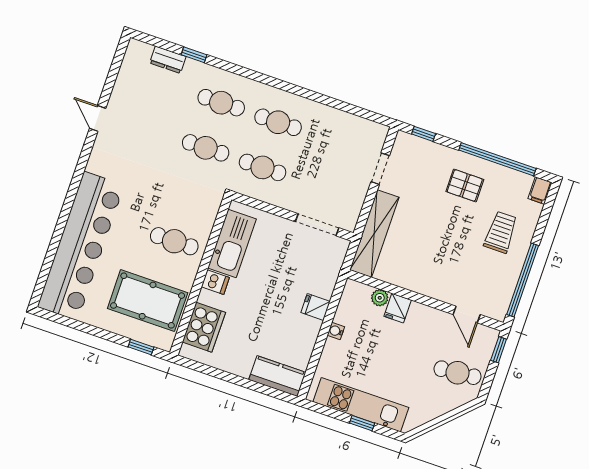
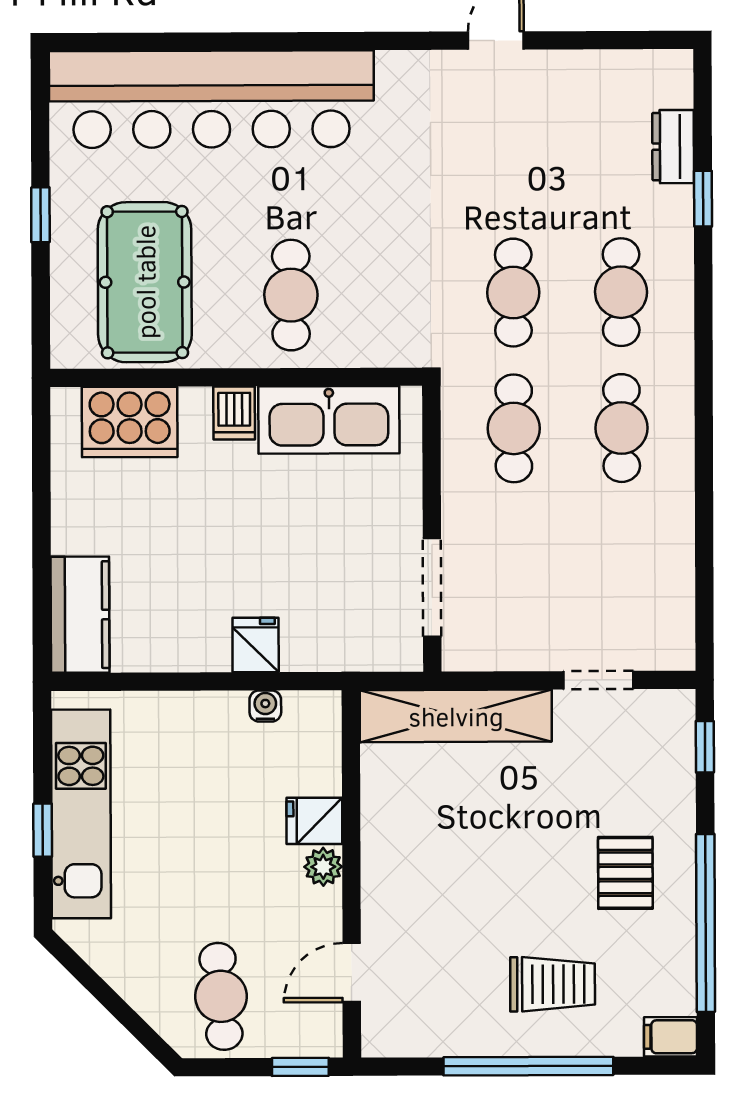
window: (523, 280) -> (528, 1066), moved
plant: (380, 298) -> (323, 867), moved
water cooler: (336, 331) -> (265, 706), moved
window: (141, 347) -> (40, 215), moved

